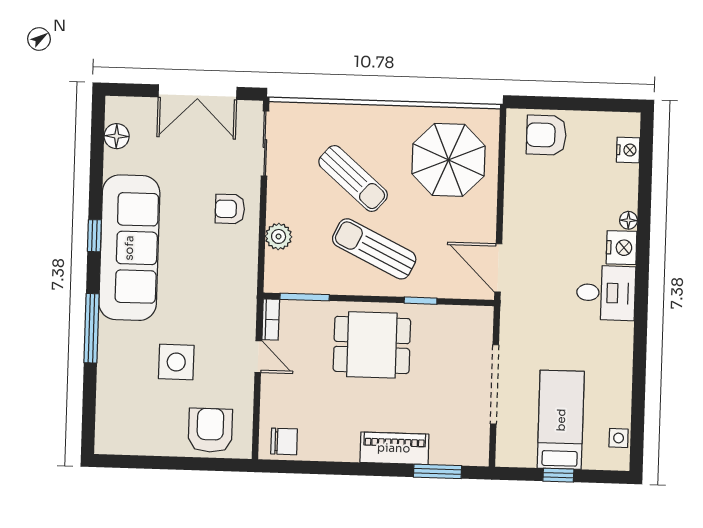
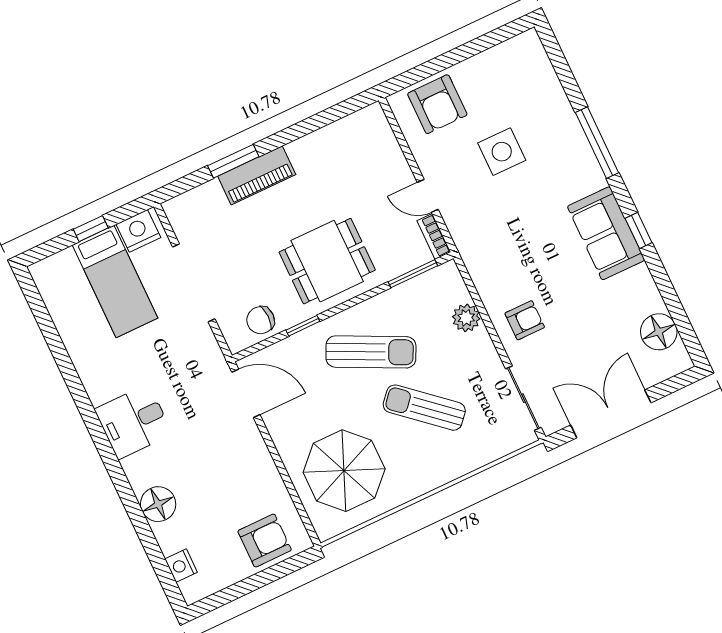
floor lamp: (117, 136) -> (659, 332), width x1.38, depth x1.38
floor lamp: (628, 220) -> (158, 504), width x1.89, depth x1.89
sofa: (129, 248) -> (606, 233), width x0.54, depth x0.79
nightstand: (622, 248) -> (138, 231), moved, turned 90
side table: (619, 438) -> (52, 292), removed
chair: (284, 441) -> (261, 320), moved
window: (438, 471) -> (233, 161), moved

